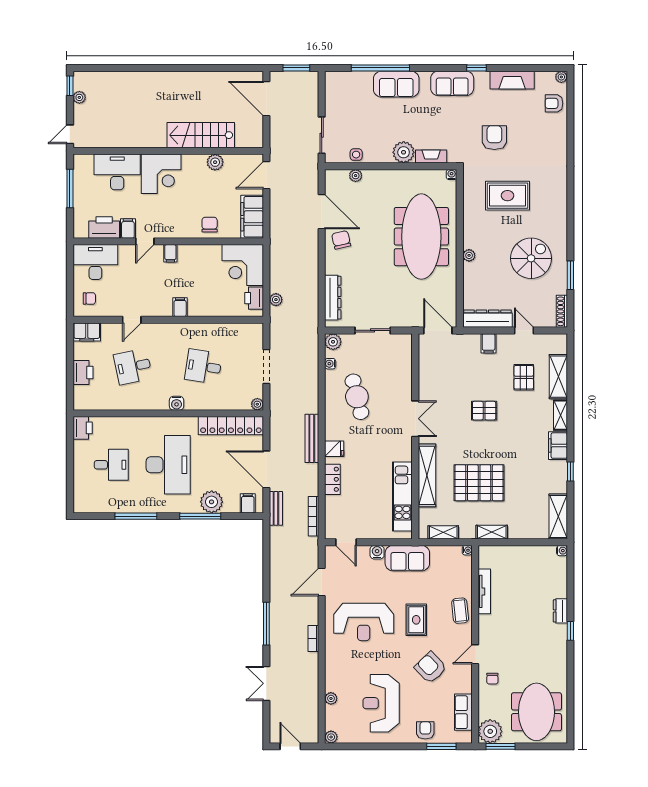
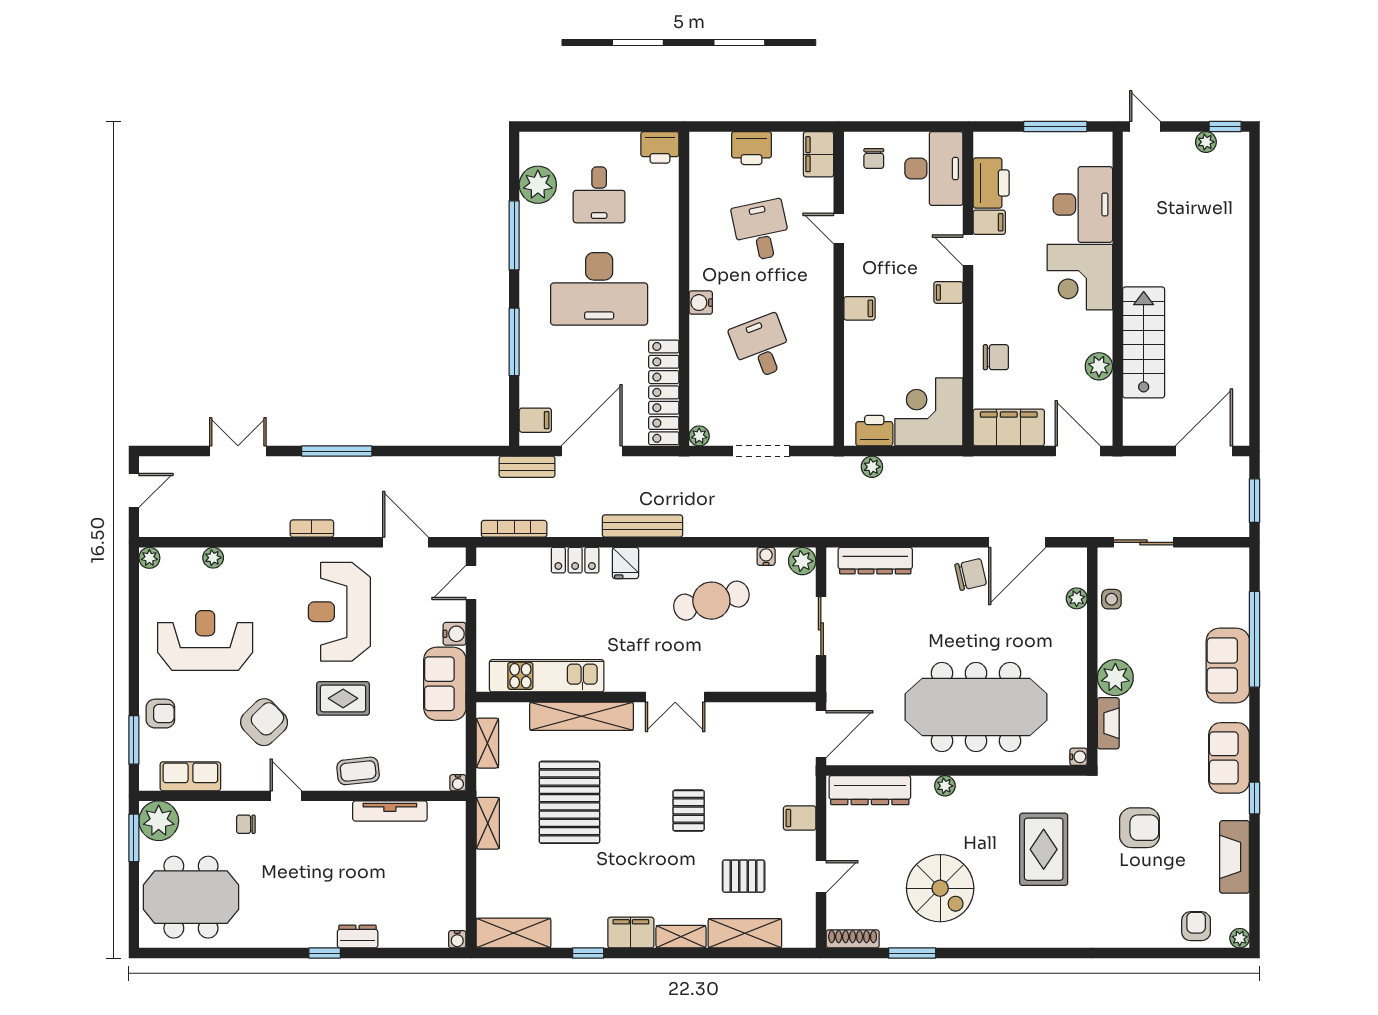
dresser: (488, 319) -> (870, 790), moved, turned 90
desk: (203, 367) -> (761, 347), turned -30
plant: (212, 502) -> (538, 185), moved

